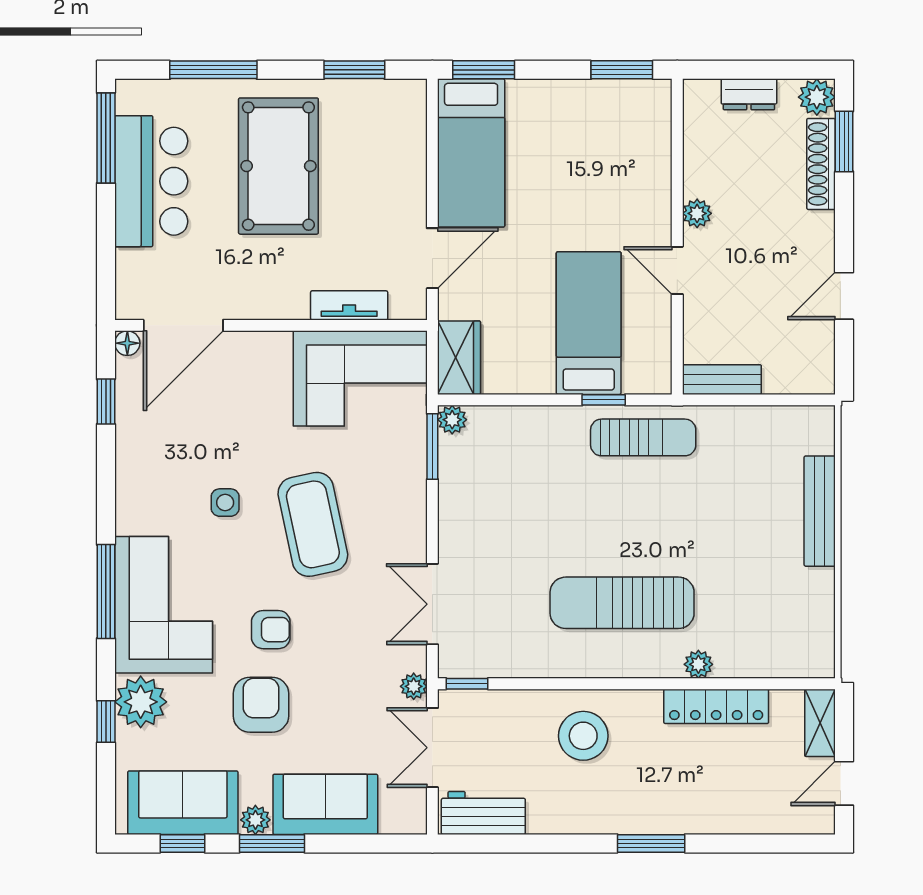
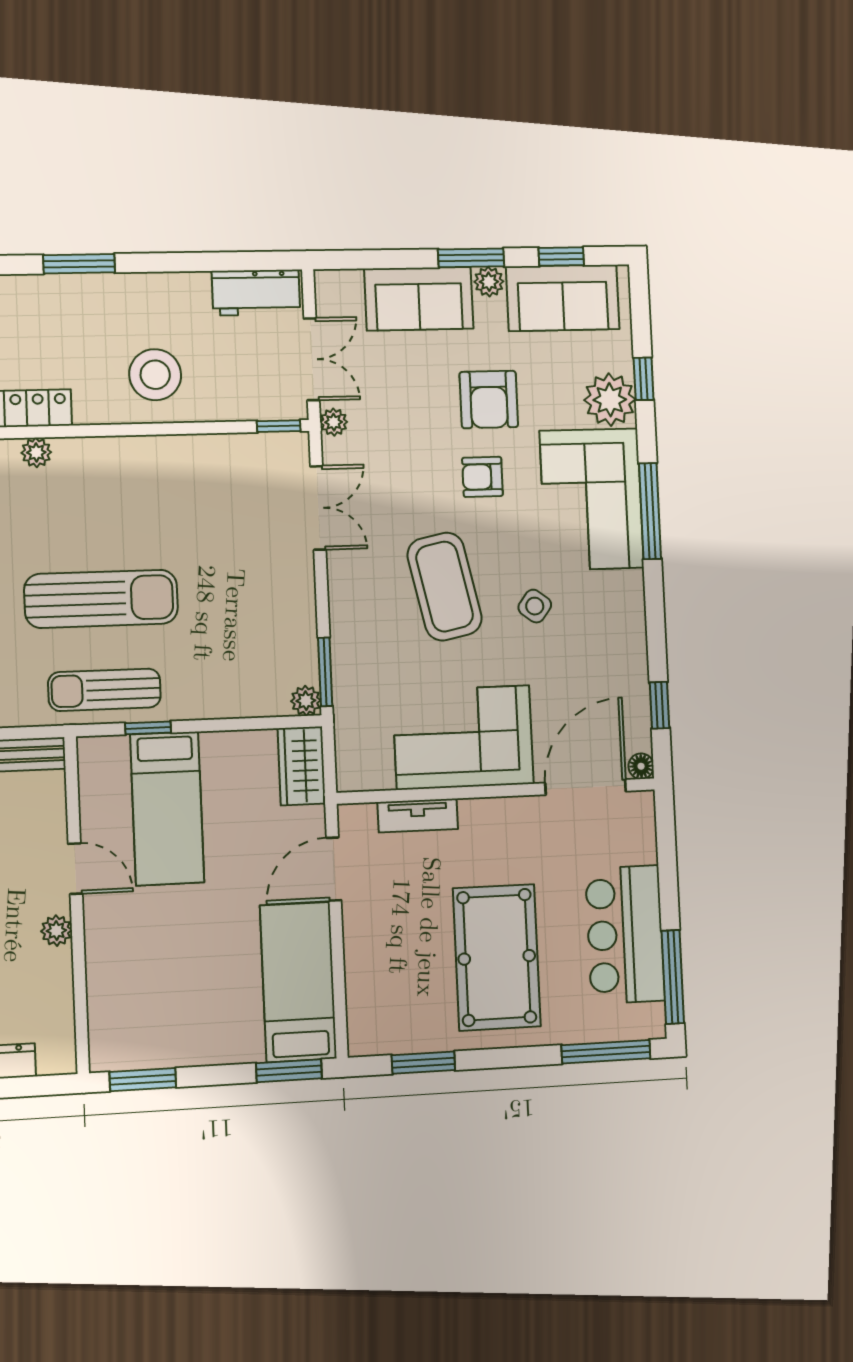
window: (213, 70) -> (606, 1052), moved
corner sofa: (360, 378) -> (463, 737), moved
side table: (225, 503) -> (535, 606), turned 37
sun lounger: (622, 603) -> (101, 599), moved

